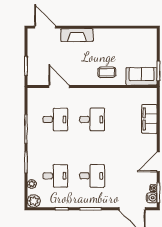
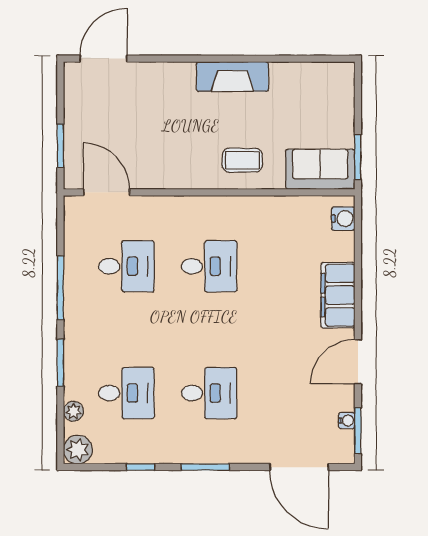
door: (45, 27) -> (103, 59), hinge flipped
fireplace: (77, 35) -> (232, 77), moved
door: (59, 87) -> (106, 192), moved
filing cabinet: (149, 119) -> (338, 295), moved
water cooler: (152, 198) -> (343, 219), moved

